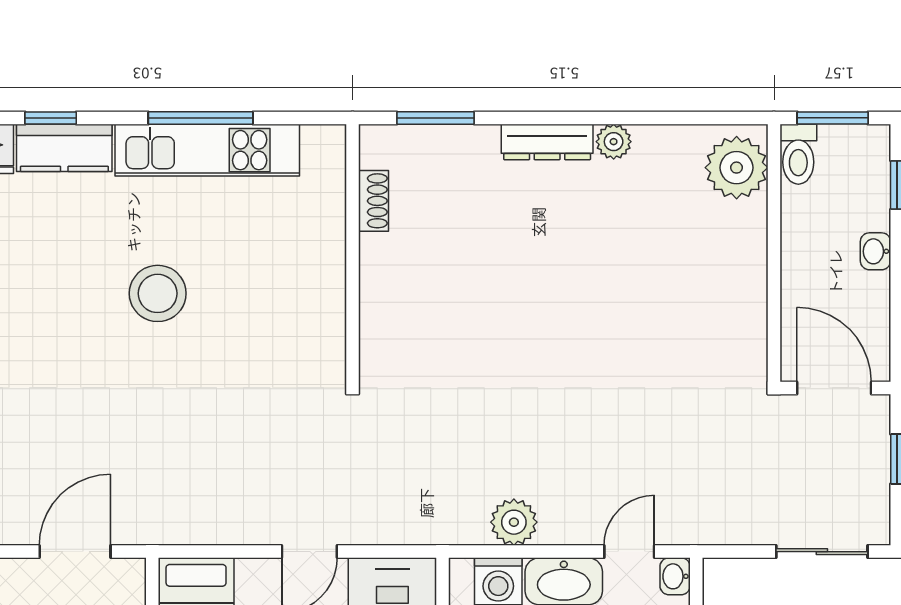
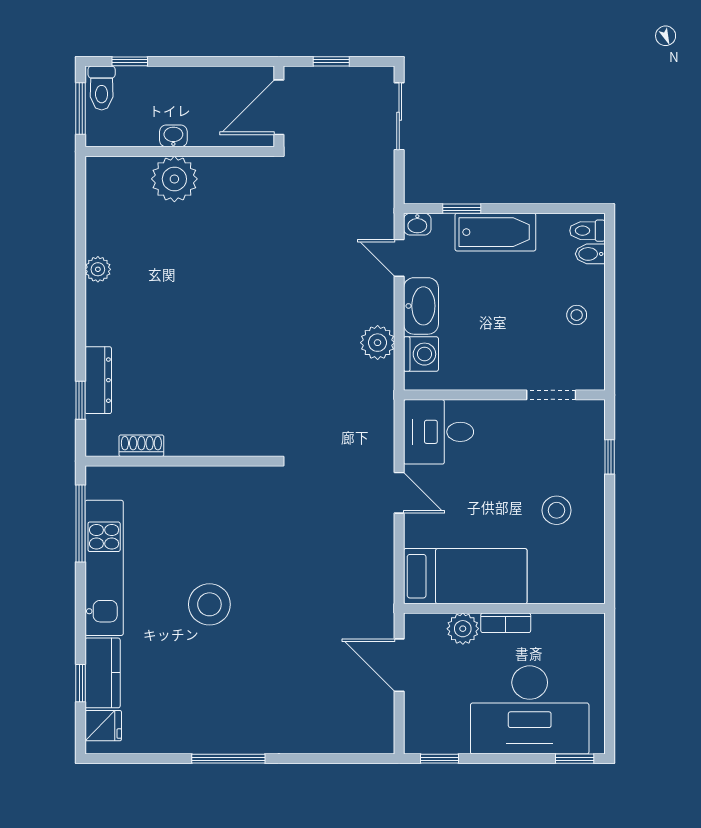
window: (201, 118) -> (81, 524), moved
window: (436, 118) -> (81, 400), width x0.67
dresser: (547, 142) -> (98, 380), moved
toilet: (798, 154) -> (102, 88), moved, turned 90
plant: (737, 168) -> (174, 179), moved
washbasin: (875, 251) -> (173, 136), moved, turned 180

